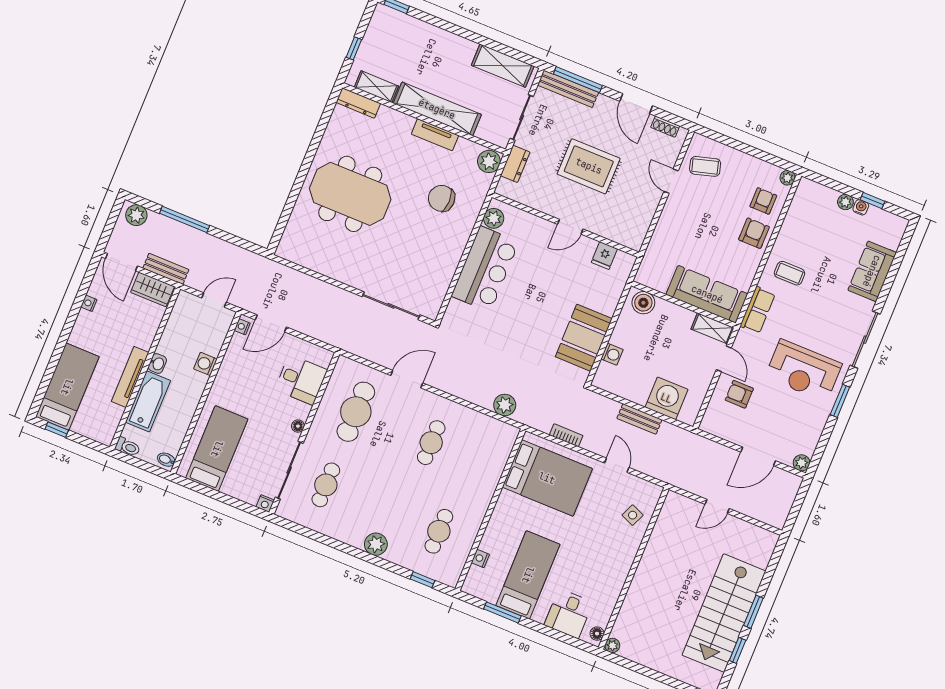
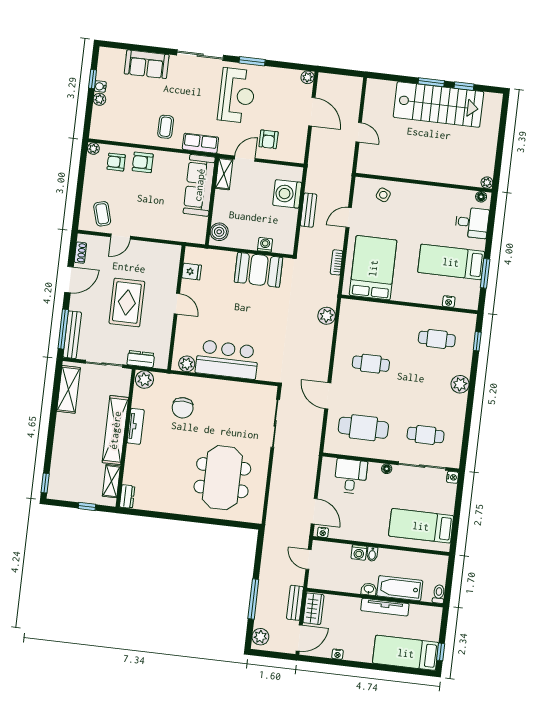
dresser: (358, 103) -> (127, 497), width x0.70
meeting table: (350, 194) -> (222, 478), moved
bidet: (166, 460) -> (372, 554), moved

